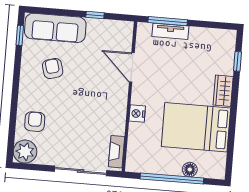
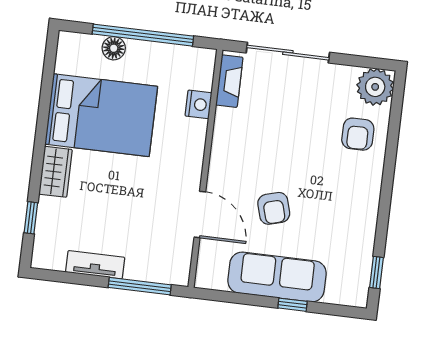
window: (95, 15) -> (293, 305), moved
sofa: (55, 28) -> (277, 277), moved
tv unit: (170, 31) -> (95, 265), moved
armchair: (53, 69) -> (274, 208), moved
nightstand: (137, 114) -> (198, 104), moved

